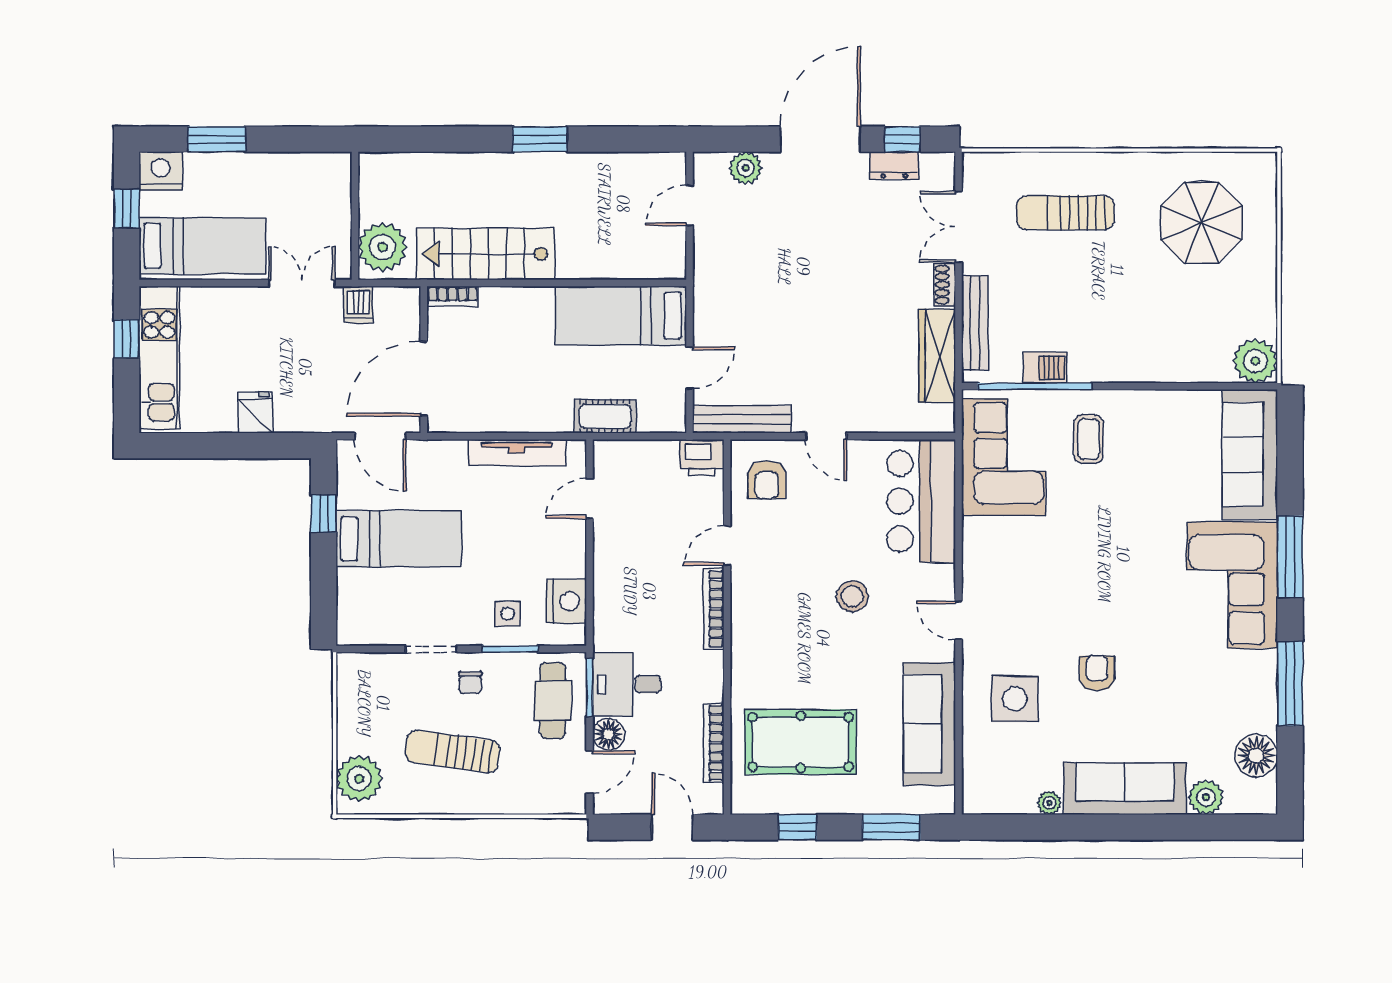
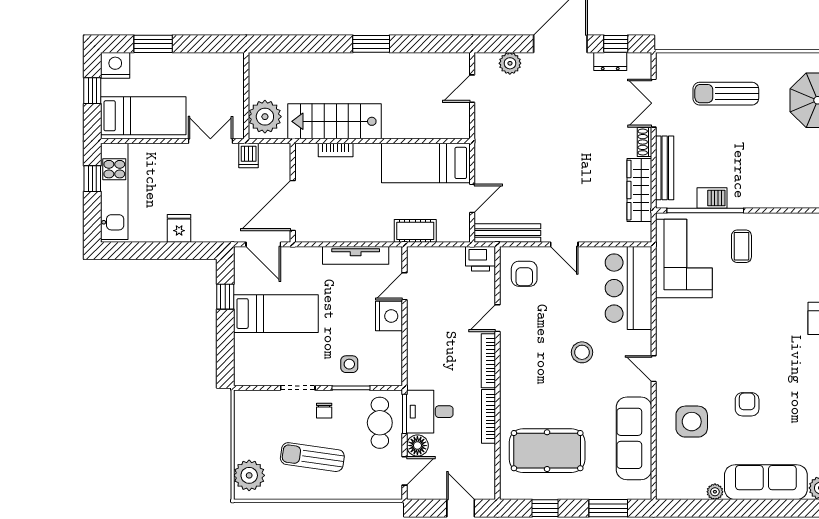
bookcase: (452, 296) -> (336, 150), moved
nightstand: (566, 601) -> (389, 316), moved
bookcase: (714, 743) -> (488, 416), moved

